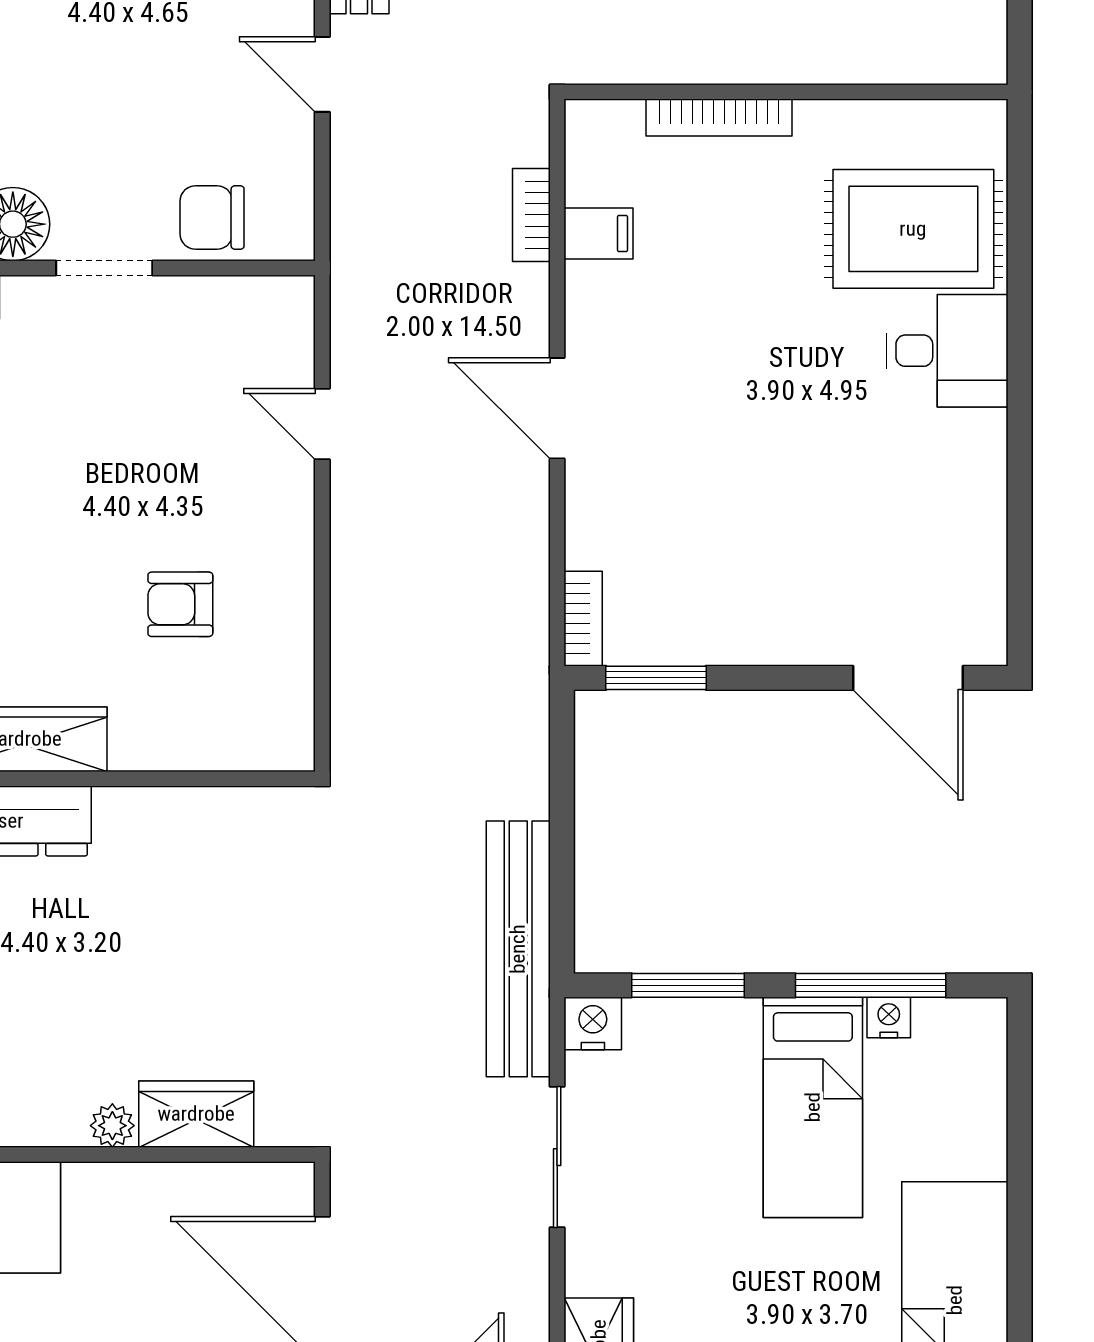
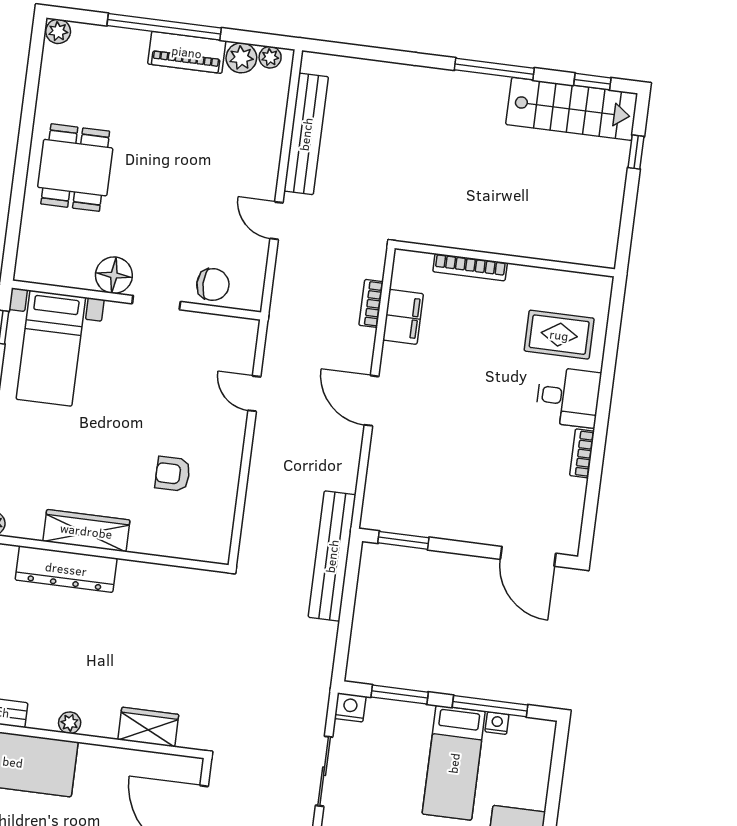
chair: (212, 217) -> (213, 284), turned 180
rug: (913, 229) -> (559, 335), width x0.73, depth x0.70
filing cabinet: (598, 233) -> (403, 317), width x2.00
bookcase: (583, 619) -> (582, 453), moved, turned 180
bench: (518, 949) -> (332, 556), moved
plant: (112, 1126) -> (70, 723), moved

